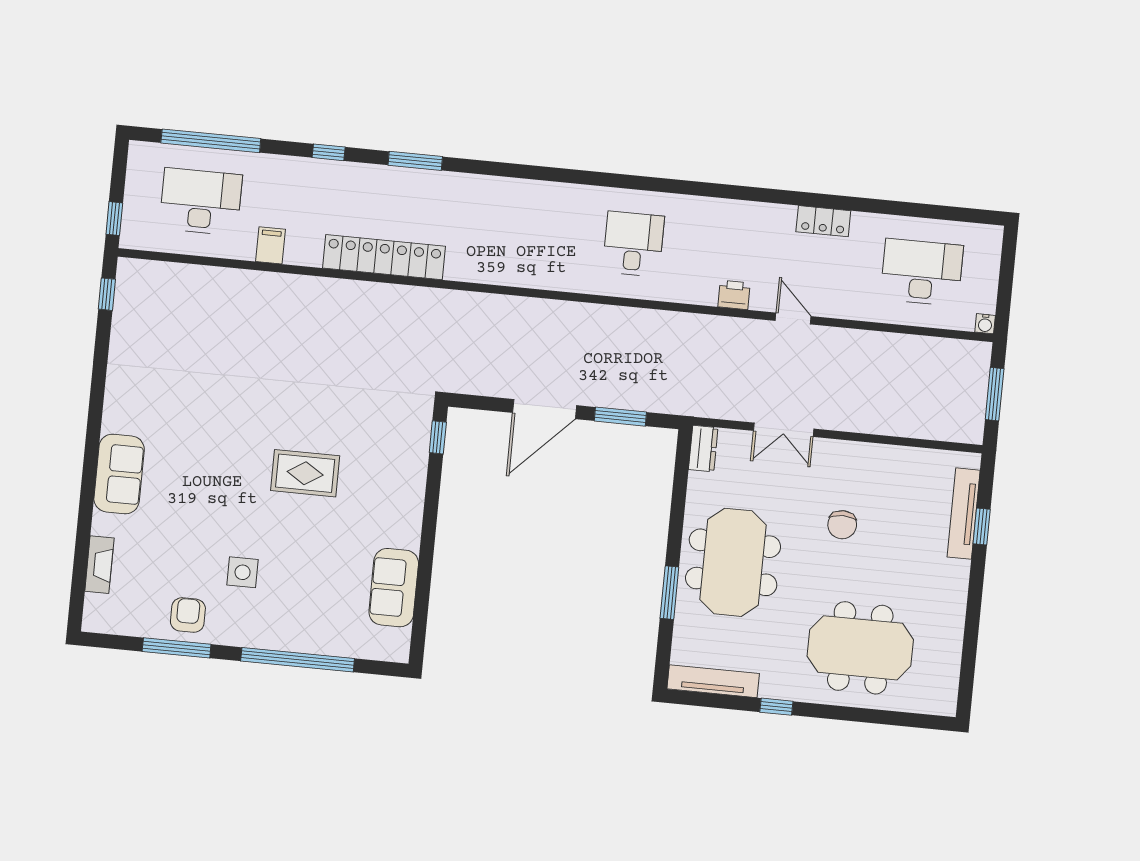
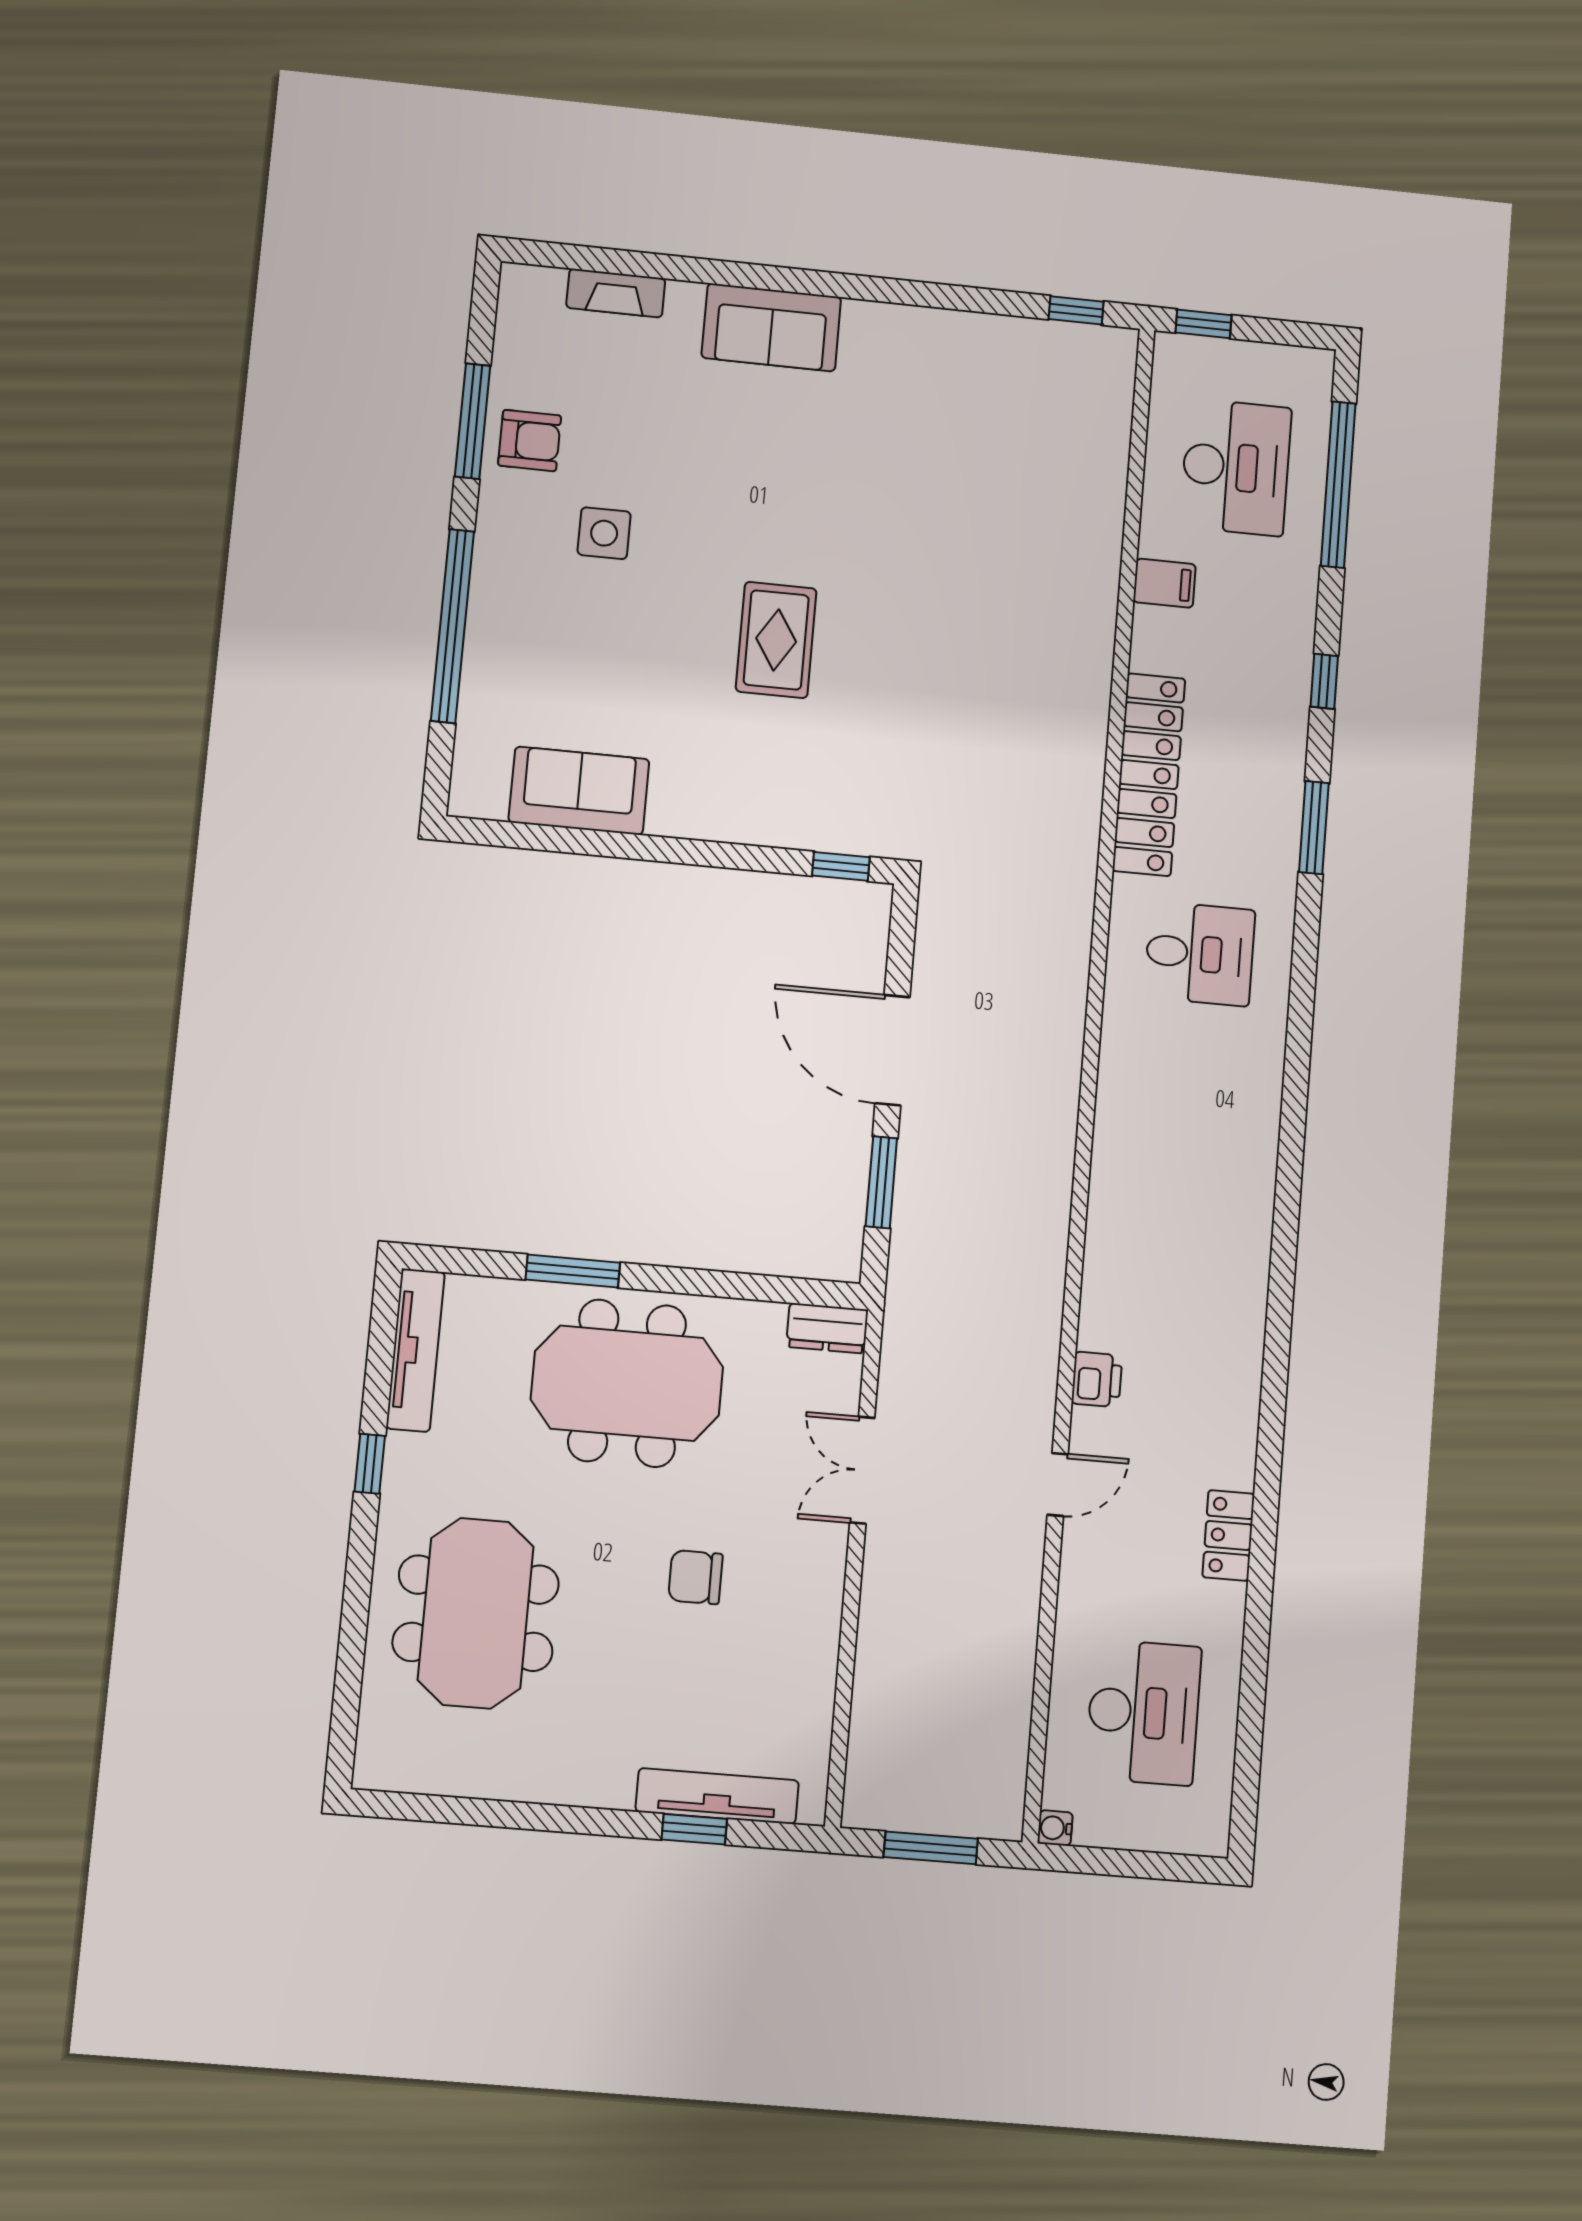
desk: (633, 244) -> (1200, 954), moved

